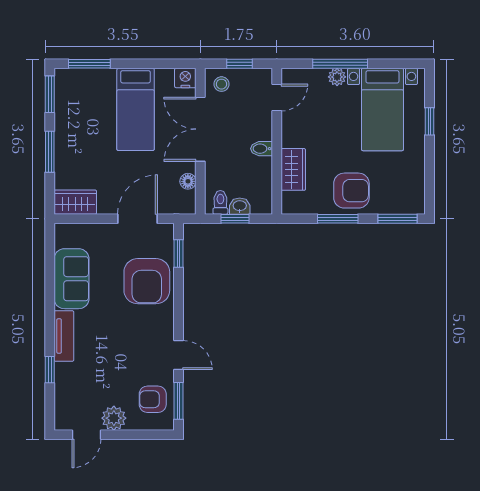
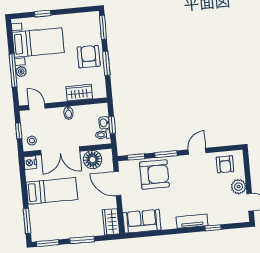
floor lamp: (188, 181) -> (93, 160), width x1.89, depth x1.89
sofa: (72, 279) -> (142, 221), moved
window: (179, 401) -> (166, 154), moved

